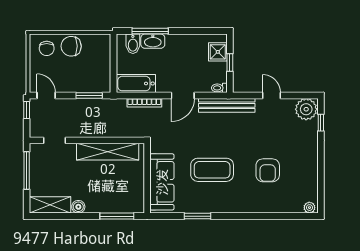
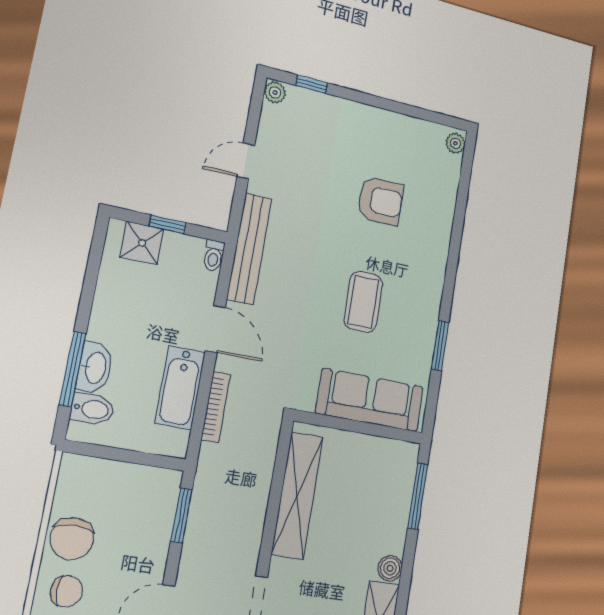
bathtub: (136, 84) -> (180, 388), moved
plant: (306, 109) -> (275, 92), width x0.53, depth x0.53
coffee table: (212, 170) -> (363, 302), width x0.73, depth x0.76

